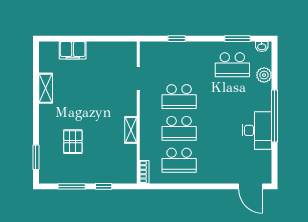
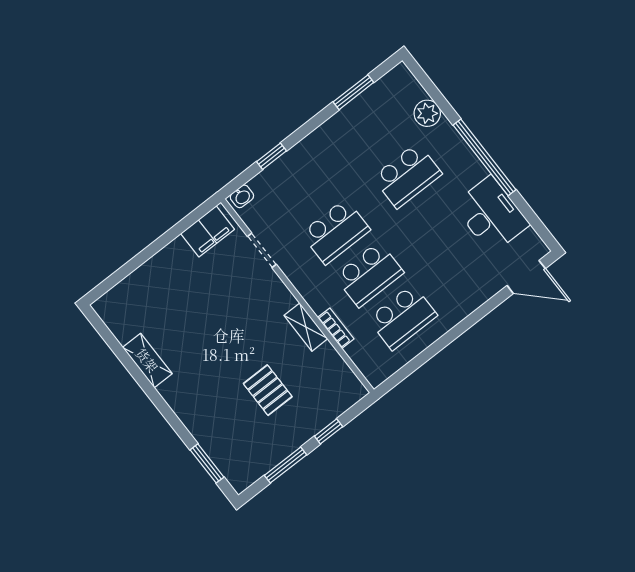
washbasin: (262, 47) -> (242, 196), moved
filing cabinet: (73, 50) -> (207, 231), moved
school desk: (232, 65) -> (407, 176), moved
desk: (257, 130) -> (491, 215), moved
pallet: (73, 142) -> (268, 390), moved
bookcase: (144, 172) -> (336, 328), moved

